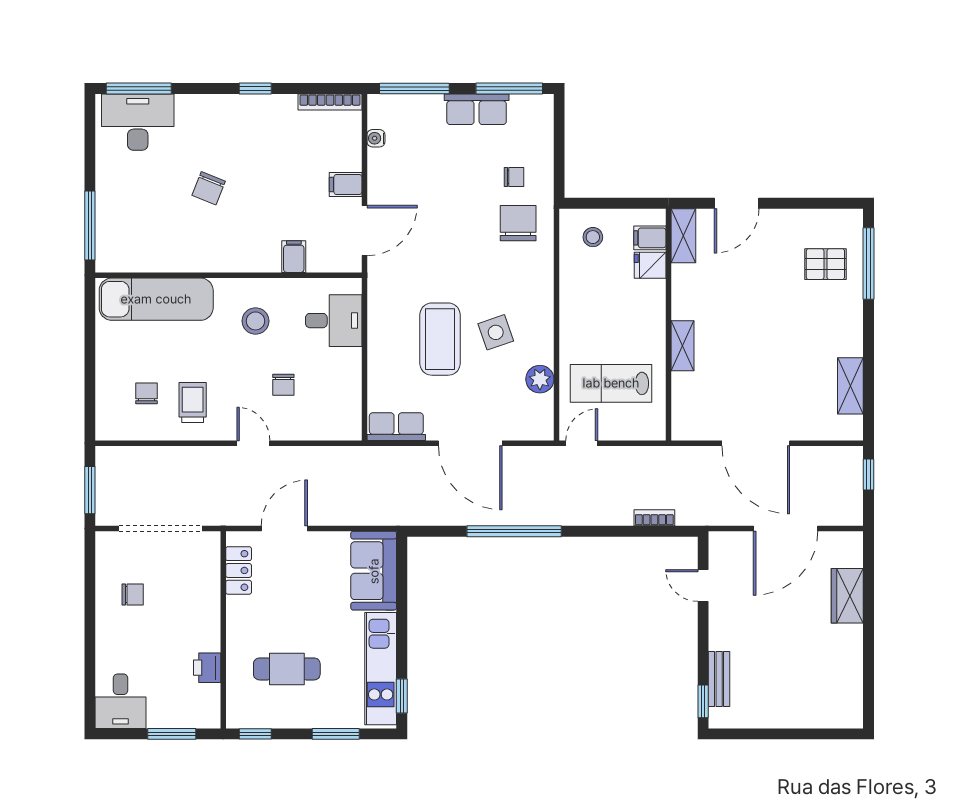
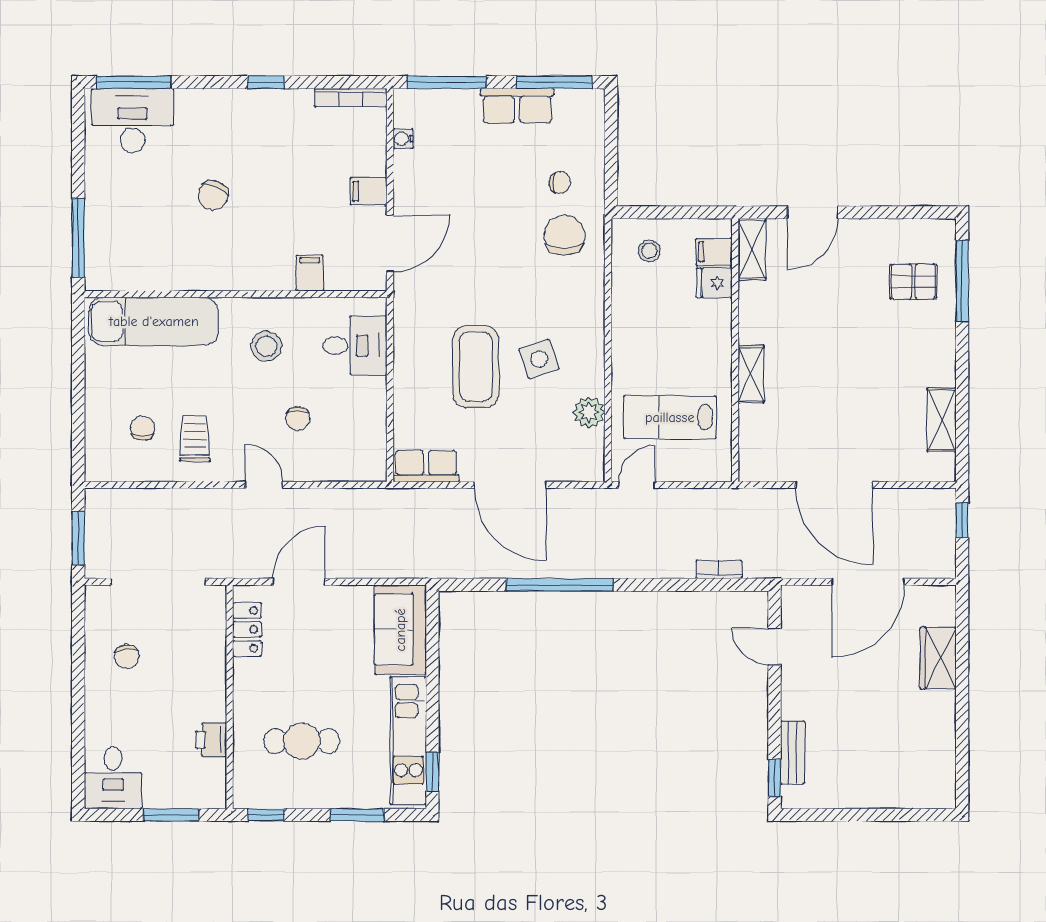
chair: (133, 595) -> (127, 657), turned 84

